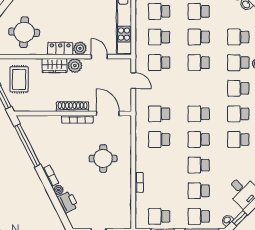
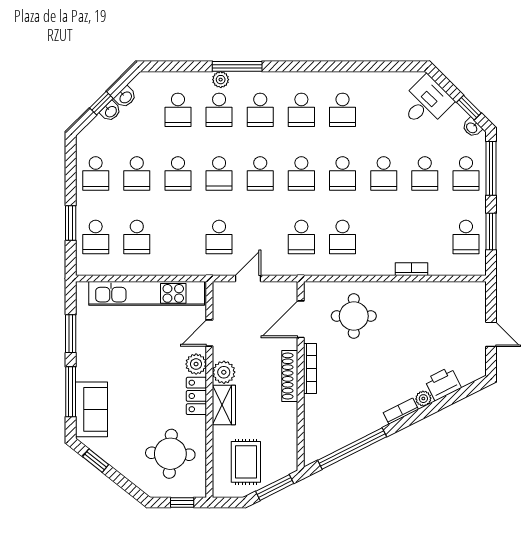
school desk: (159, 37) -> (260, 173), moved
rug: (19, 79) -> (246, 462), turned 90
round table: (103, 158) -> (354, 316), moved

